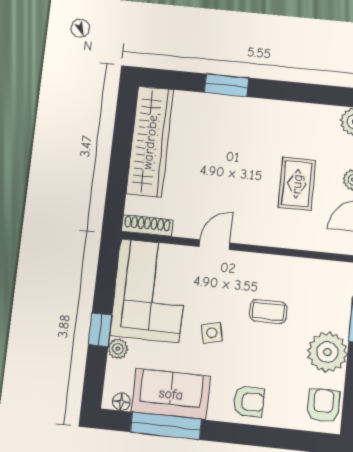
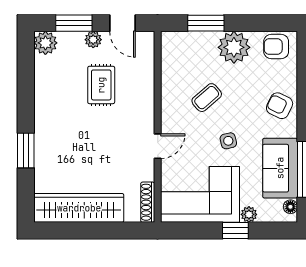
rug: (297, 184) -> (101, 85), turned 90
door: (215, 245) -> (158, 146), swing flipped
coffee table: (268, 311) -> (207, 98), turned 49
armchair: (249, 402) -> (280, 106), turned -64

